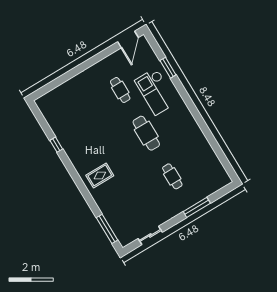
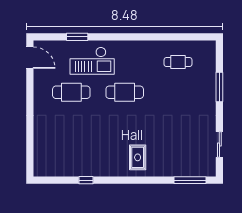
cafe table: (120, 90) -> (71, 92), width x1.37, depth x1.35
cafe table: (172, 176) -> (178, 62), moved

